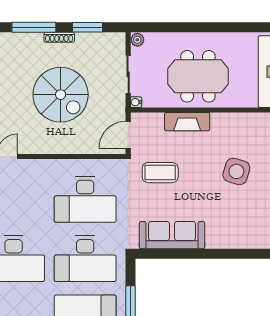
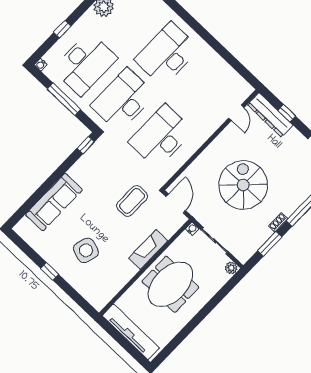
shoe rack: (59, 37) -> (278, 222), width x0.70
spiral stairs: (61, 95) -> (243, 185), turned 90
sofa: (172, 235) -> (54, 202), moved
window: (151, 254) -> (86, 145), added

